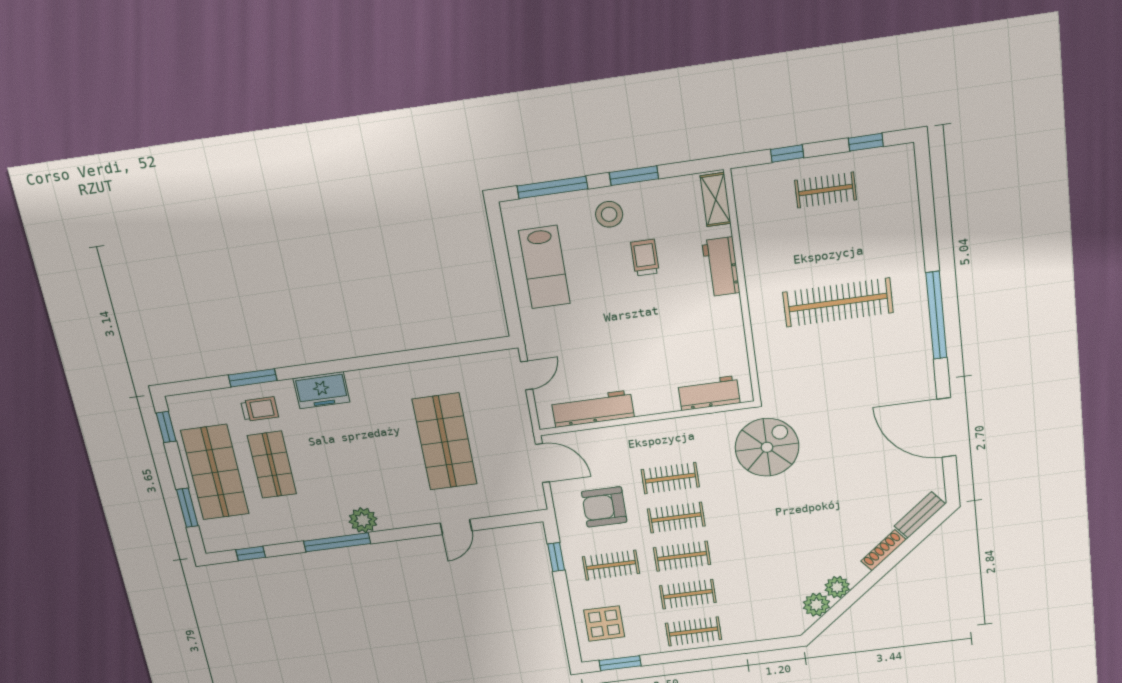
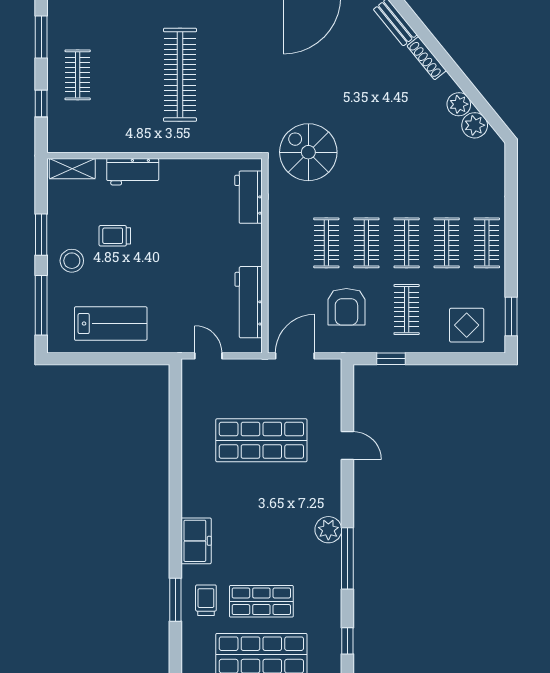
window: (866, 142) -> (41, 37), width x1.50

